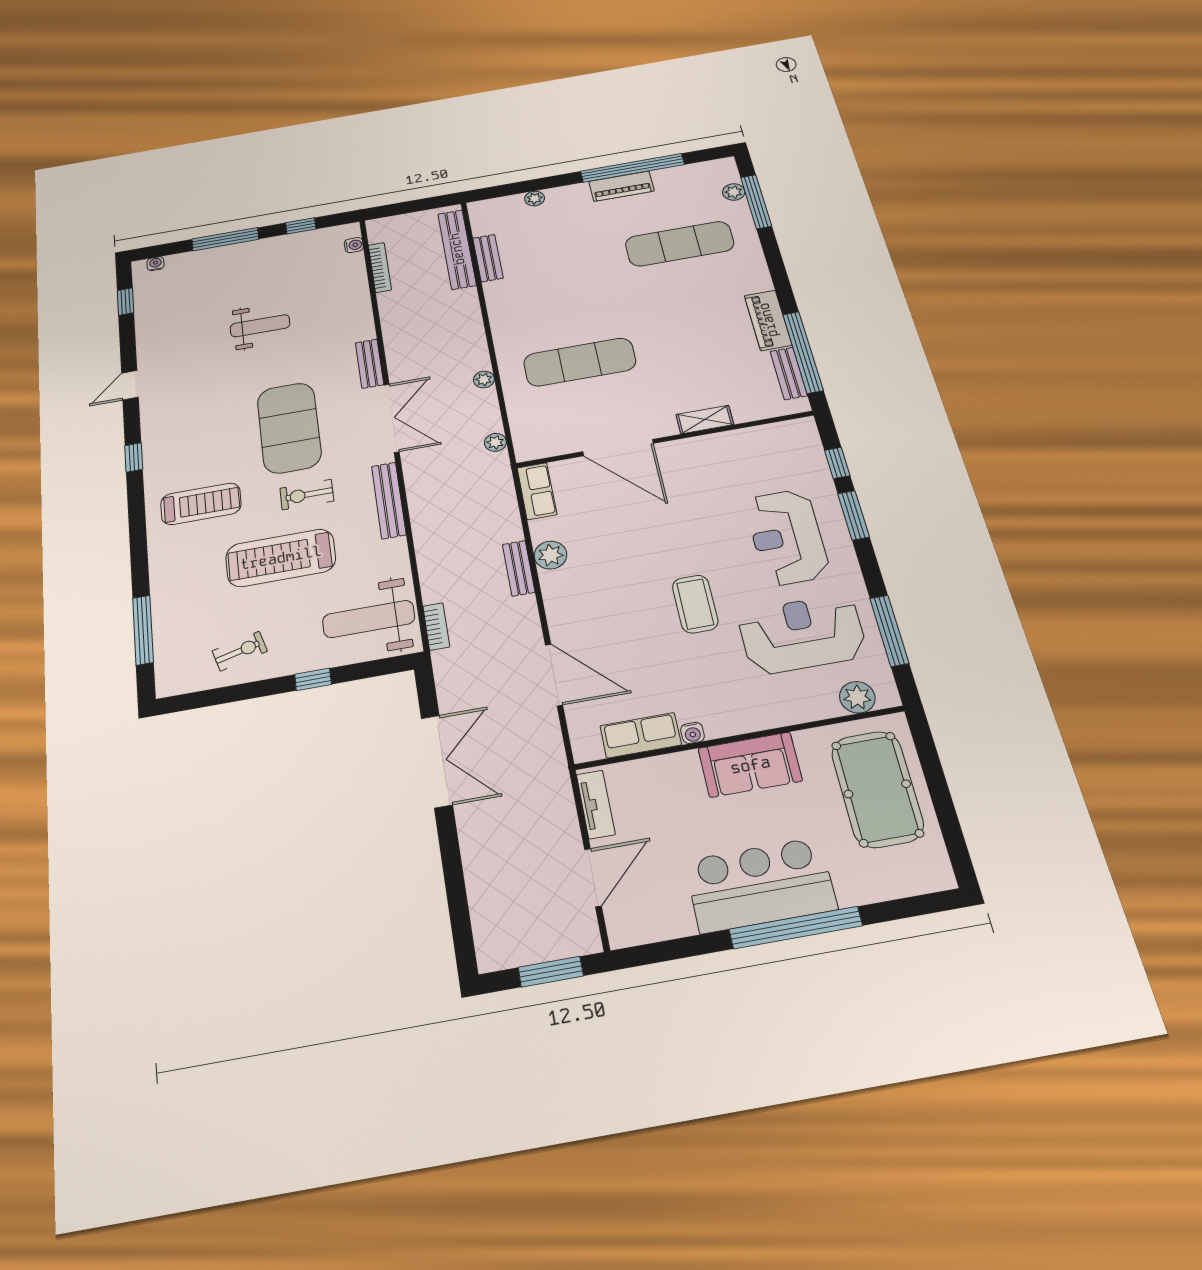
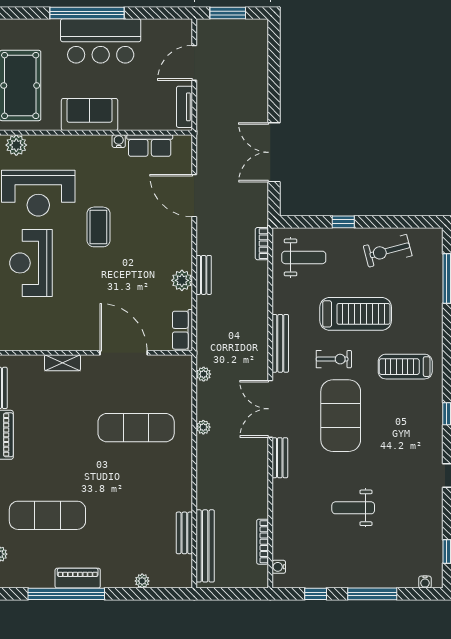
reception desk: (787, 537) -> (31, 263), turned 180
weight bench: (369, 619) -> (304, 257), width x0.73, depth x0.75
exercise bike: (240, 651) -> (388, 251), width x1.38, depth x1.39

